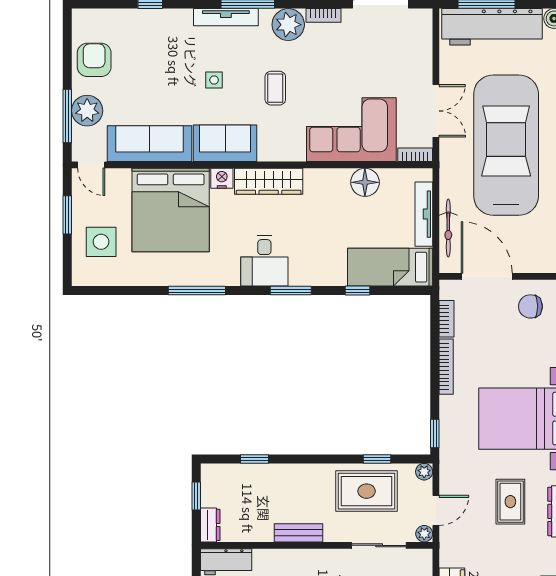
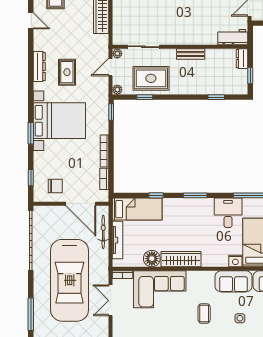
wardrobe: (269, 181) -> (181, 259), moved
desk: (264, 261) -> (228, 213), moved

